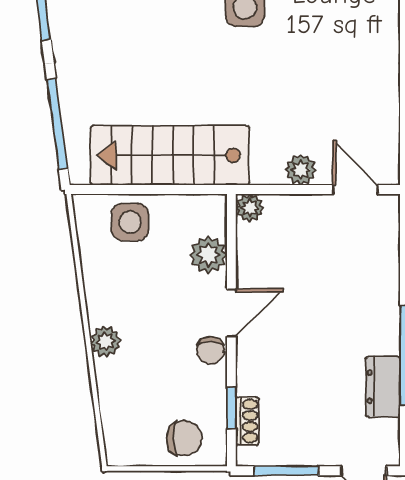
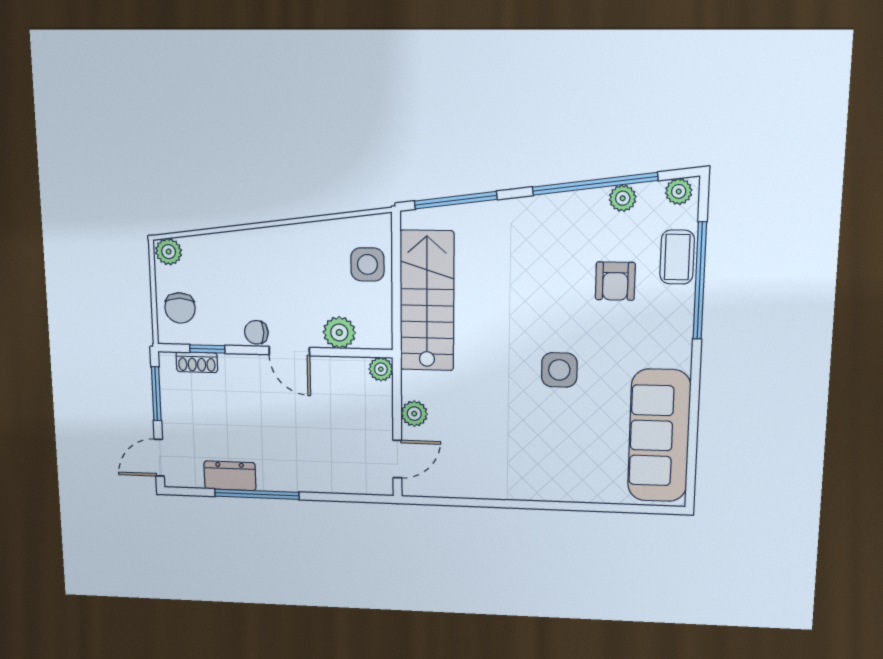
plant: (106, 341) -> (169, 252), moved

